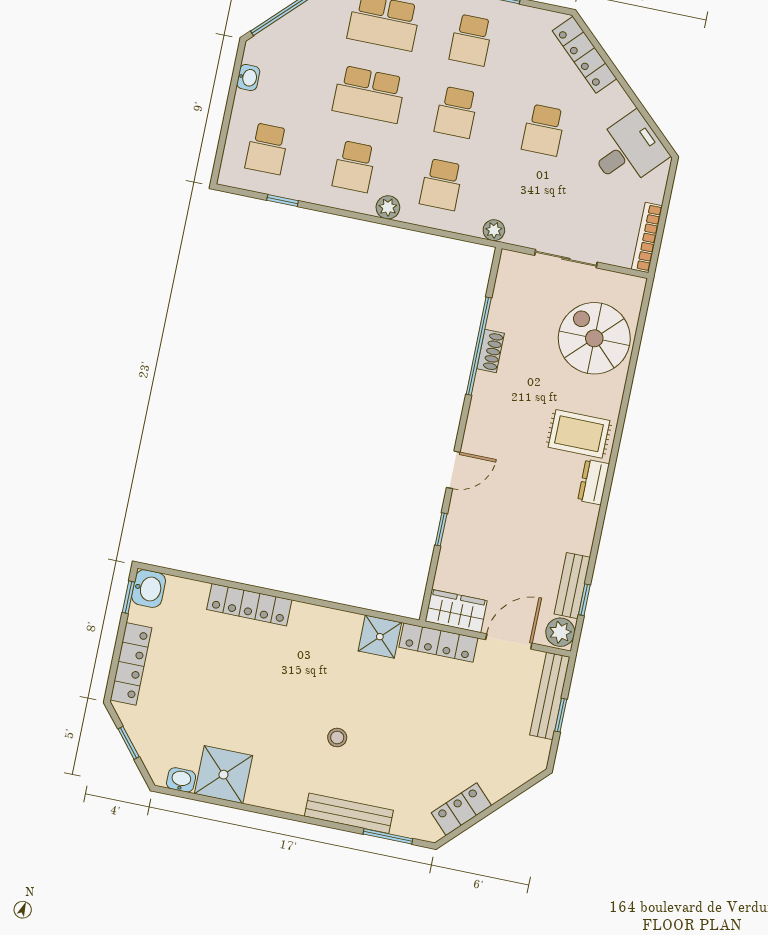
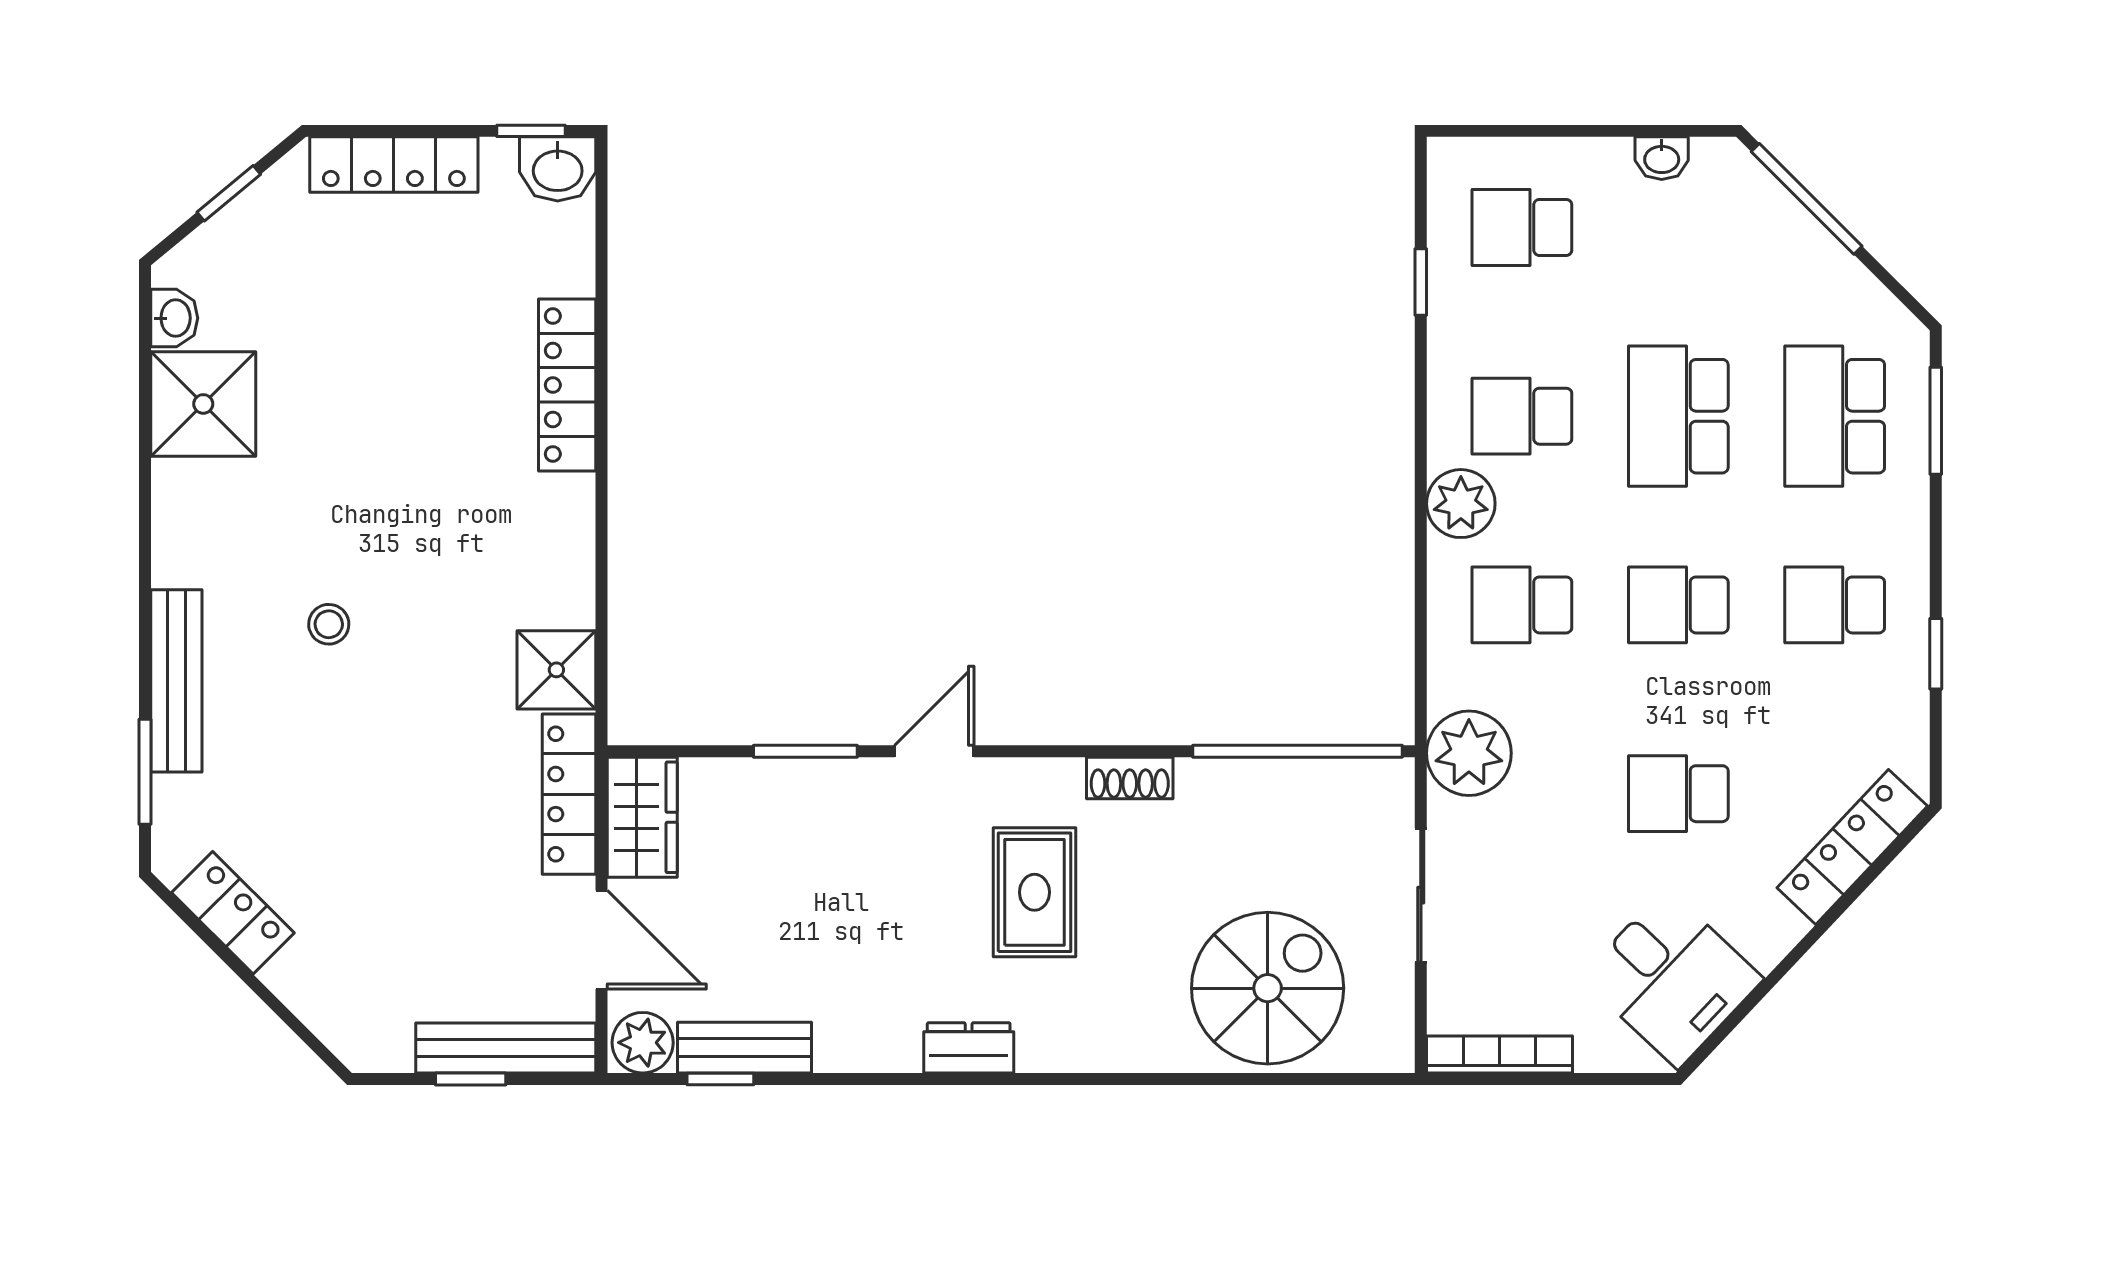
plant: (388, 207) -> (1461, 504), width x1.38, depth x1.38
plant: (494, 230) -> (1469, 753), width x1.87, depth x1.87
window: (479, 346) -> (1298, 751), moved
shoe rack: (491, 351) -> (1130, 778), moved
rug: (579, 434) -> (1034, 892), moved
door: (453, 470) -> (934, 751), swing flipped
window: (441, 529) -> (805, 751), width x1.50

